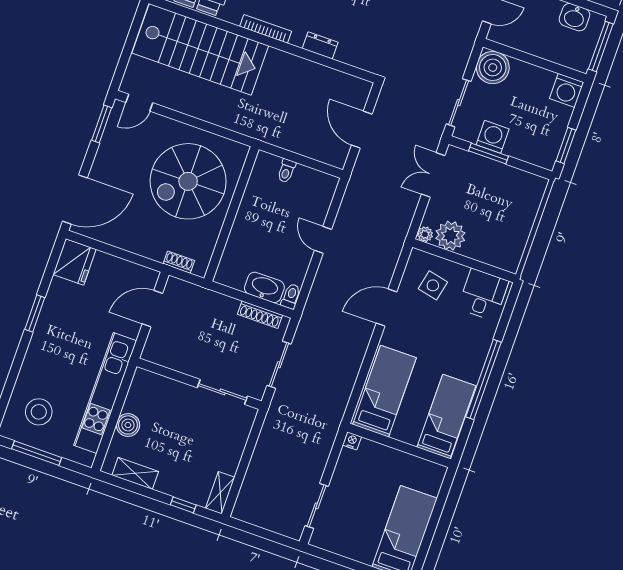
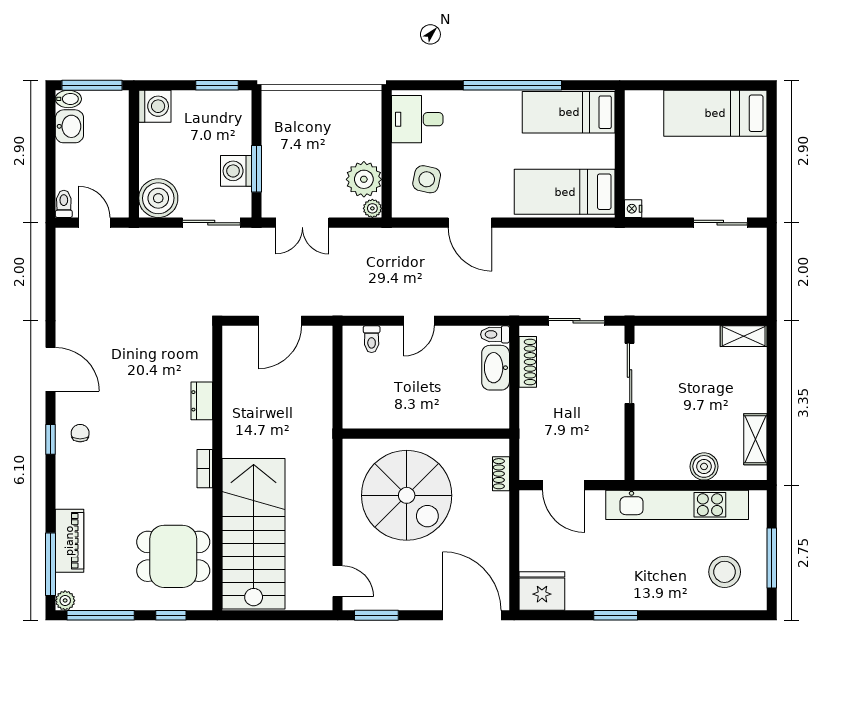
bidet: (596, 24) -> (68, 99), added
bookcase: (266, 29) -> (205, 469), width x0.64
toilet: (286, 171) -> (372, 339), moved, turned 90
window: (183, 505) -> (772, 373), removed

